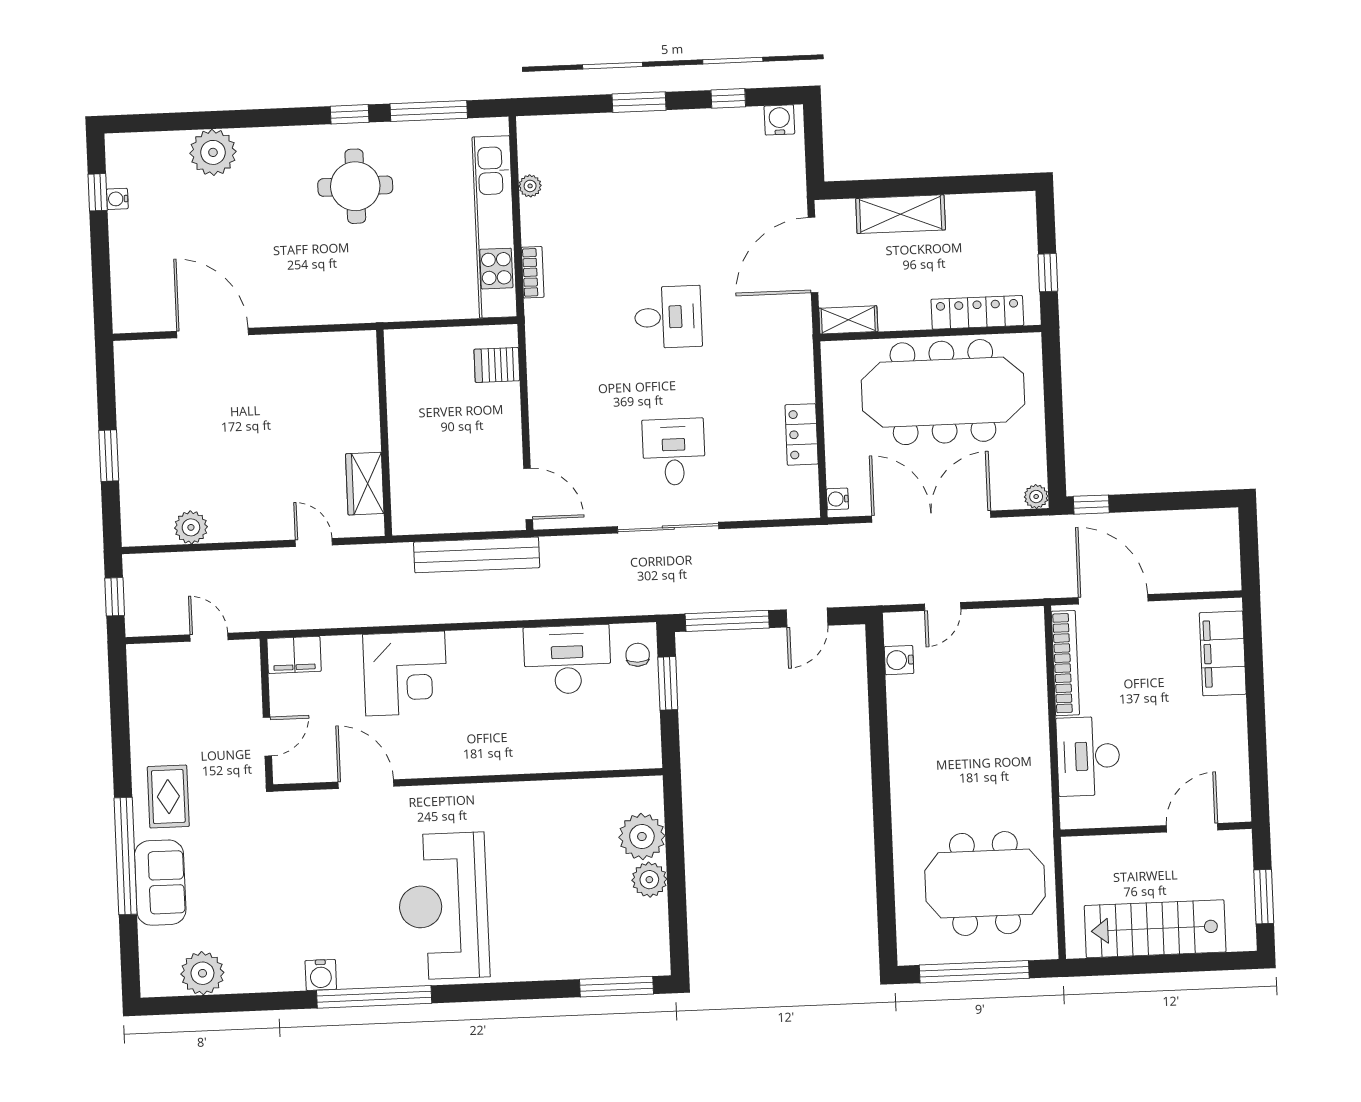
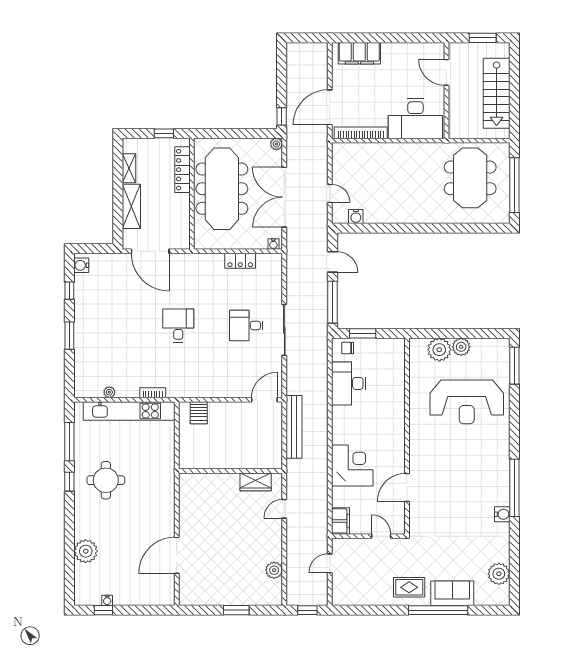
shelving: (848, 320) -> (129, 168), moved
desk: (1088, 756) -> (415, 119), width x1.36, depth x1.30
reception desk: (443, 906) -> (467, 402), moved

